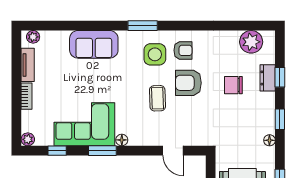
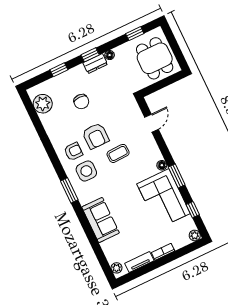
armchair: (183, 50) -> (73, 151), turned 90
dresser: (268, 78) -> (95, 64), moved

